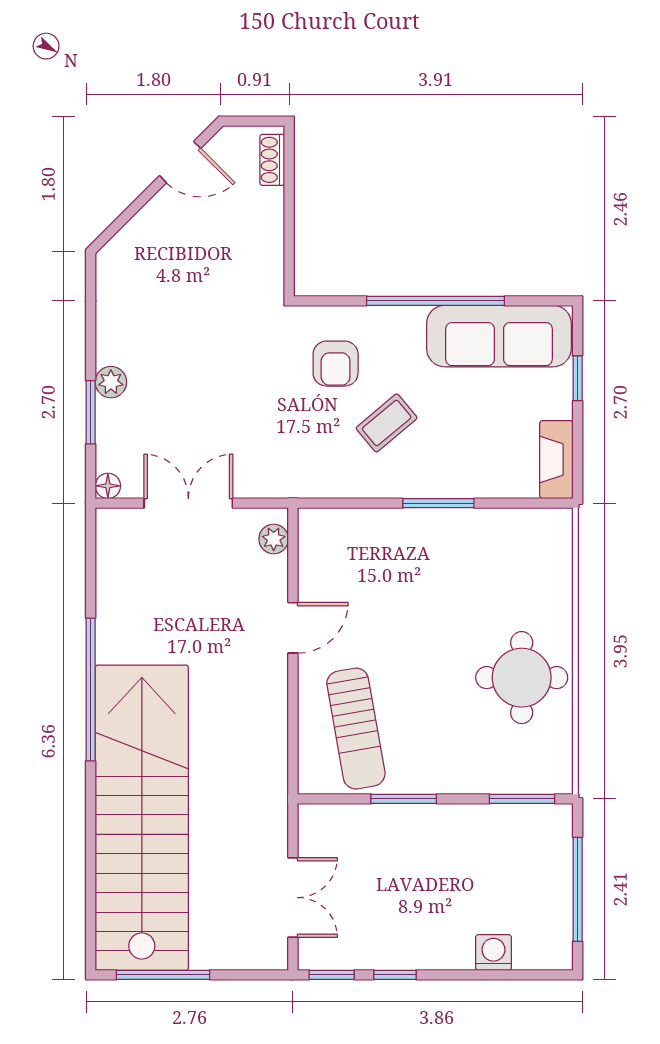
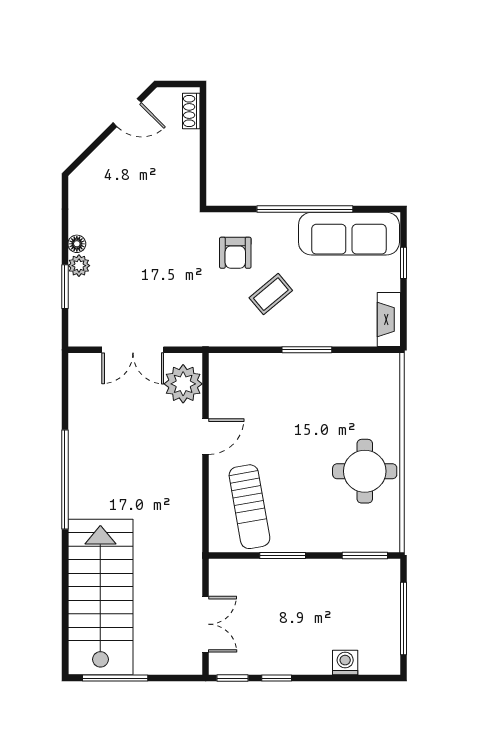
floor lamp: (108, 486) -> (77, 244), moved
double door: (188, 503) -> (133, 350), swing flipped
plant: (274, 539) -> (183, 384), width x1.88, depth x1.88
stairs: (142, 818) -> (100, 597), width x0.73

